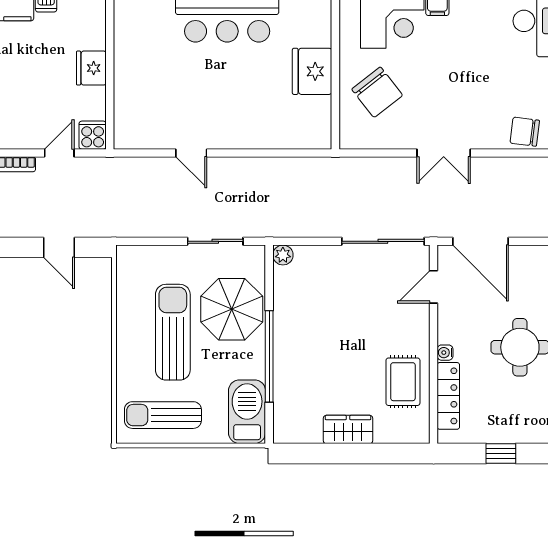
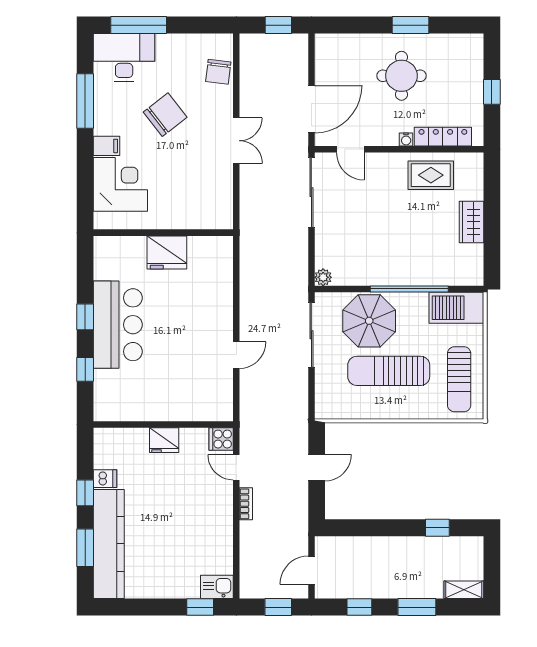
chair: (377, 92) -> (165, 115), moved
sliding door: (215, 241) -> (311, 335), width x1.37

